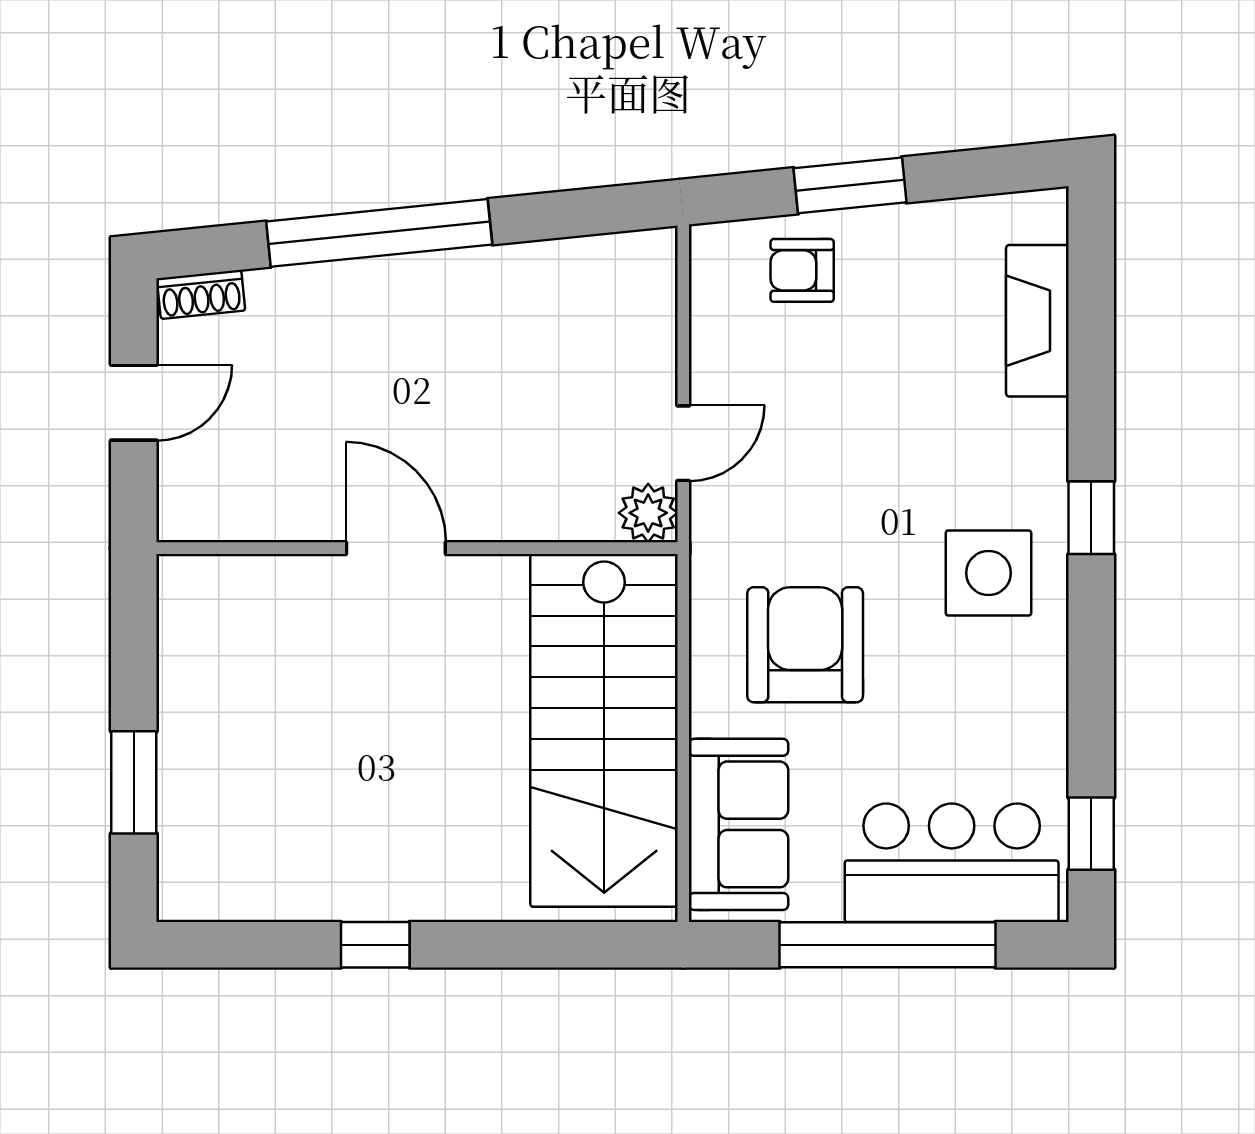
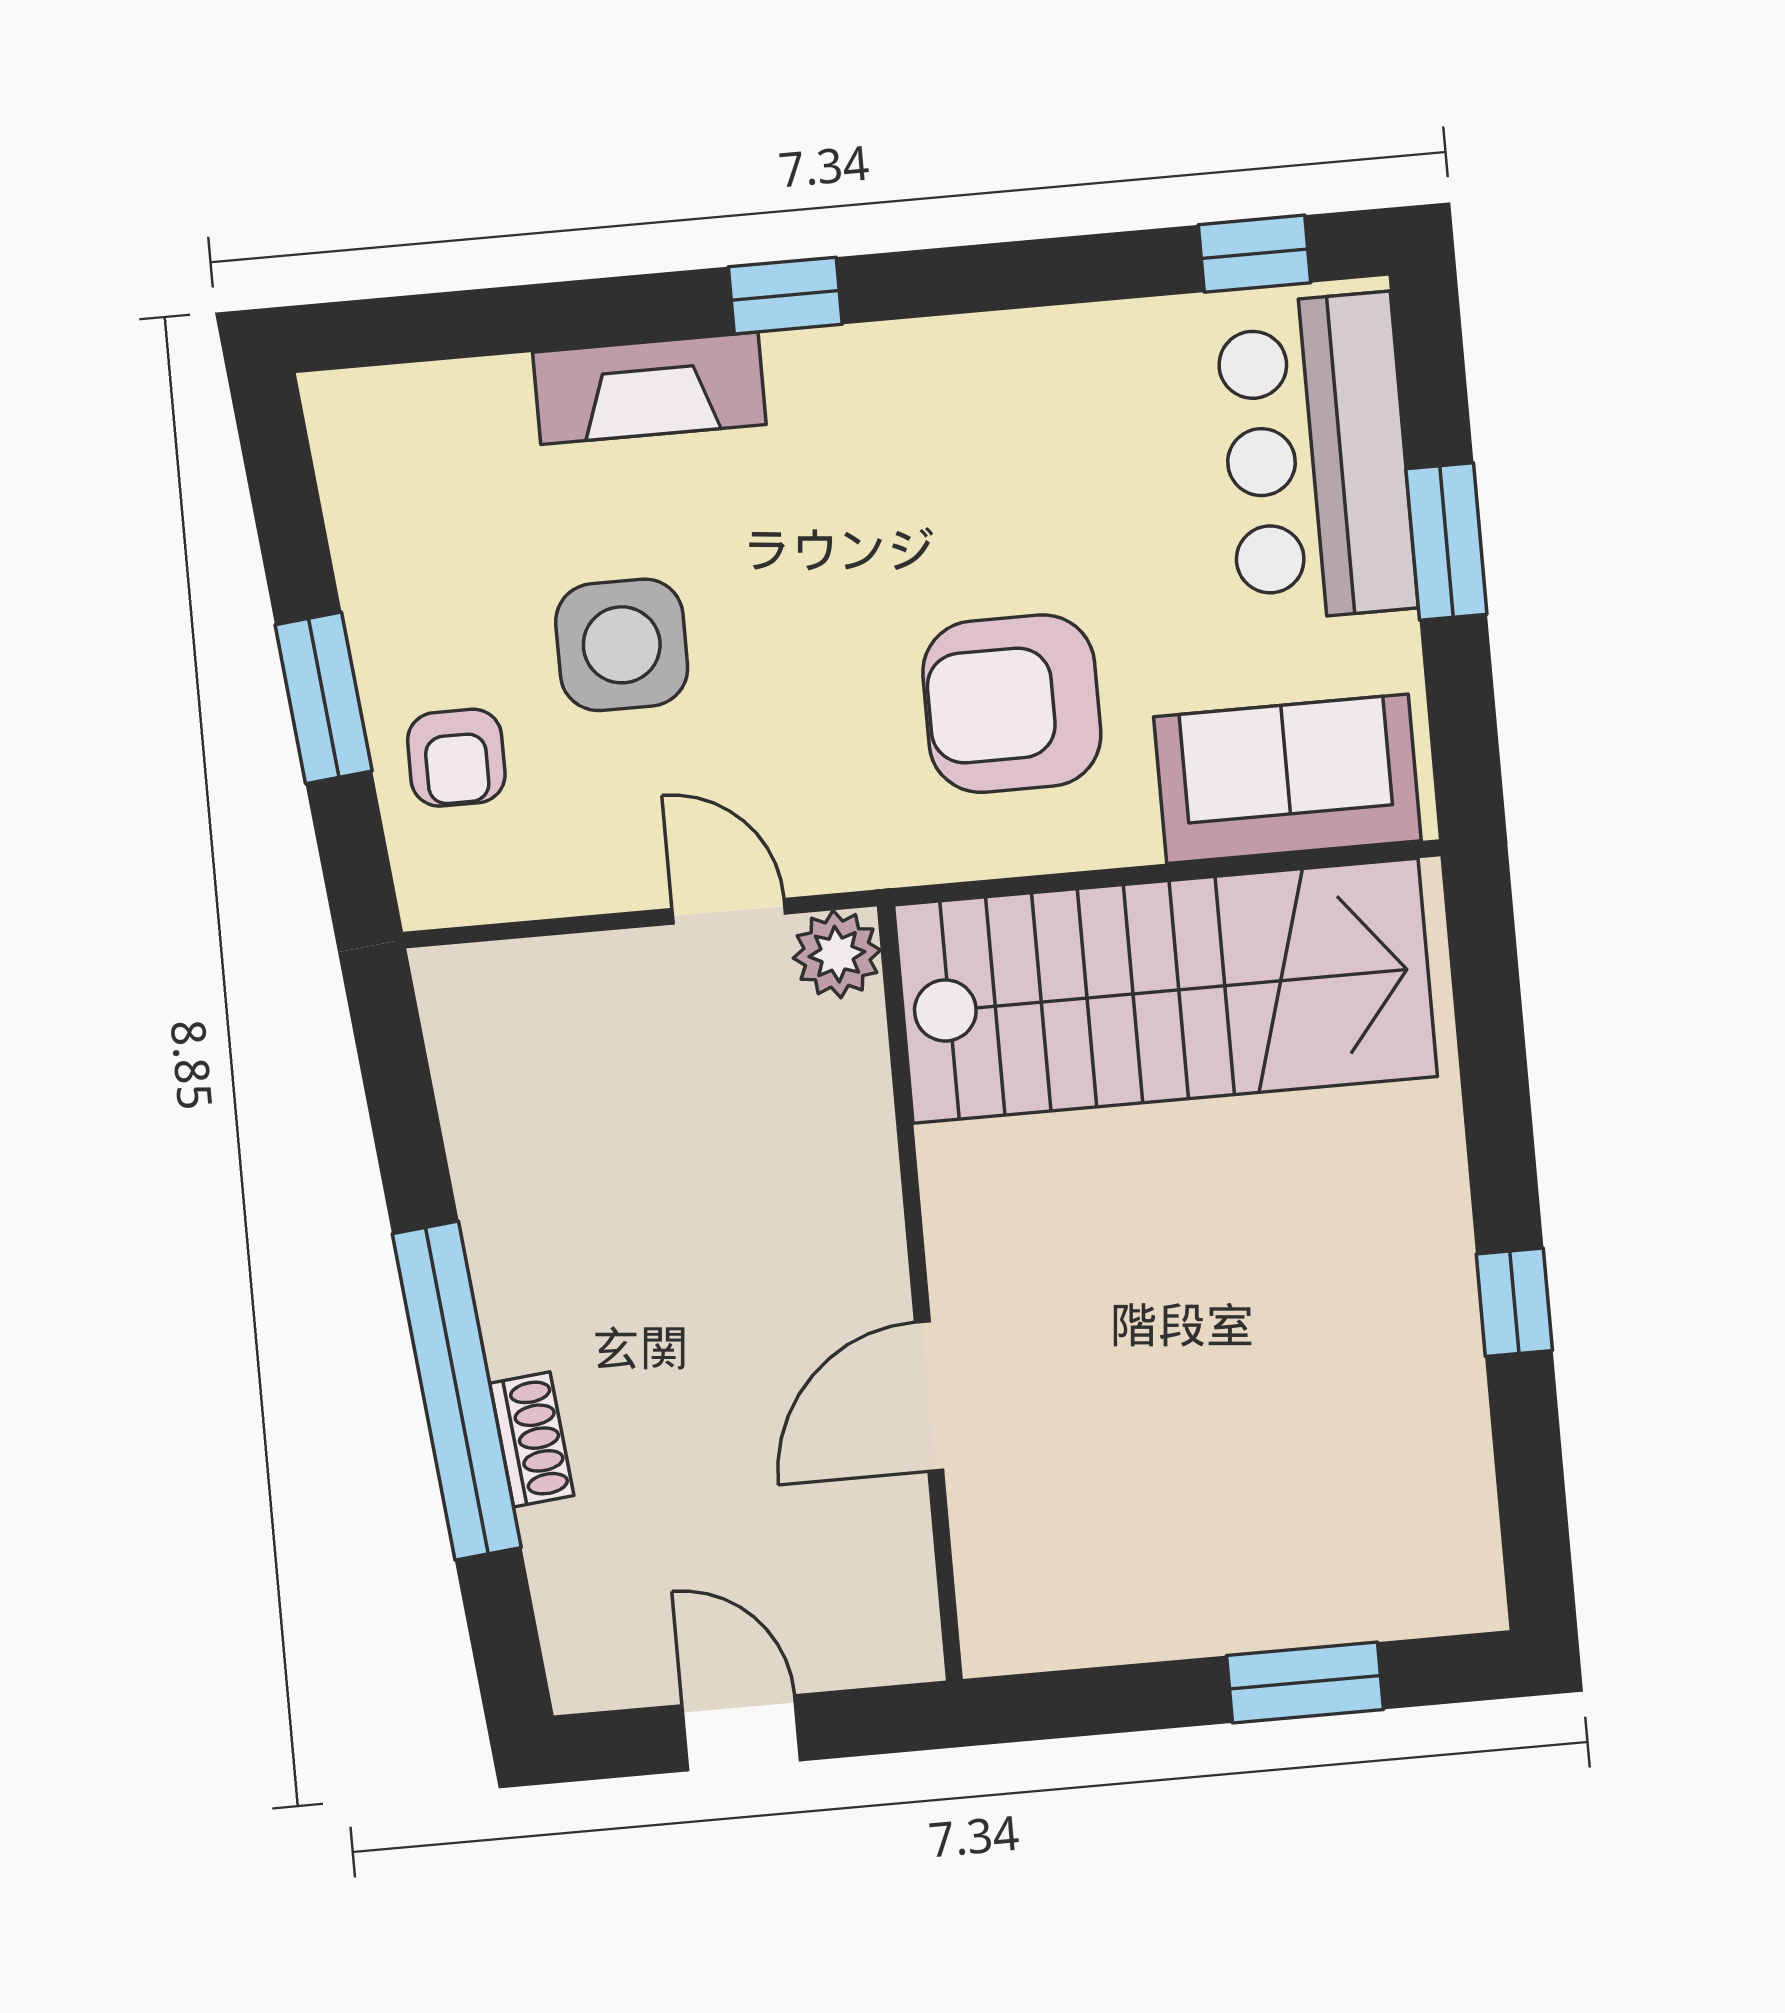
shoe rack: (201, 294) -> (532, 1439), moved
fireplace: (1037, 321) -> (649, 388), moved
door: (396, 548) -> (929, 1396), moved
side table: (988, 573) -> (622, 645), moved
window: (887, 945) -> (1446, 542), width x0.47

